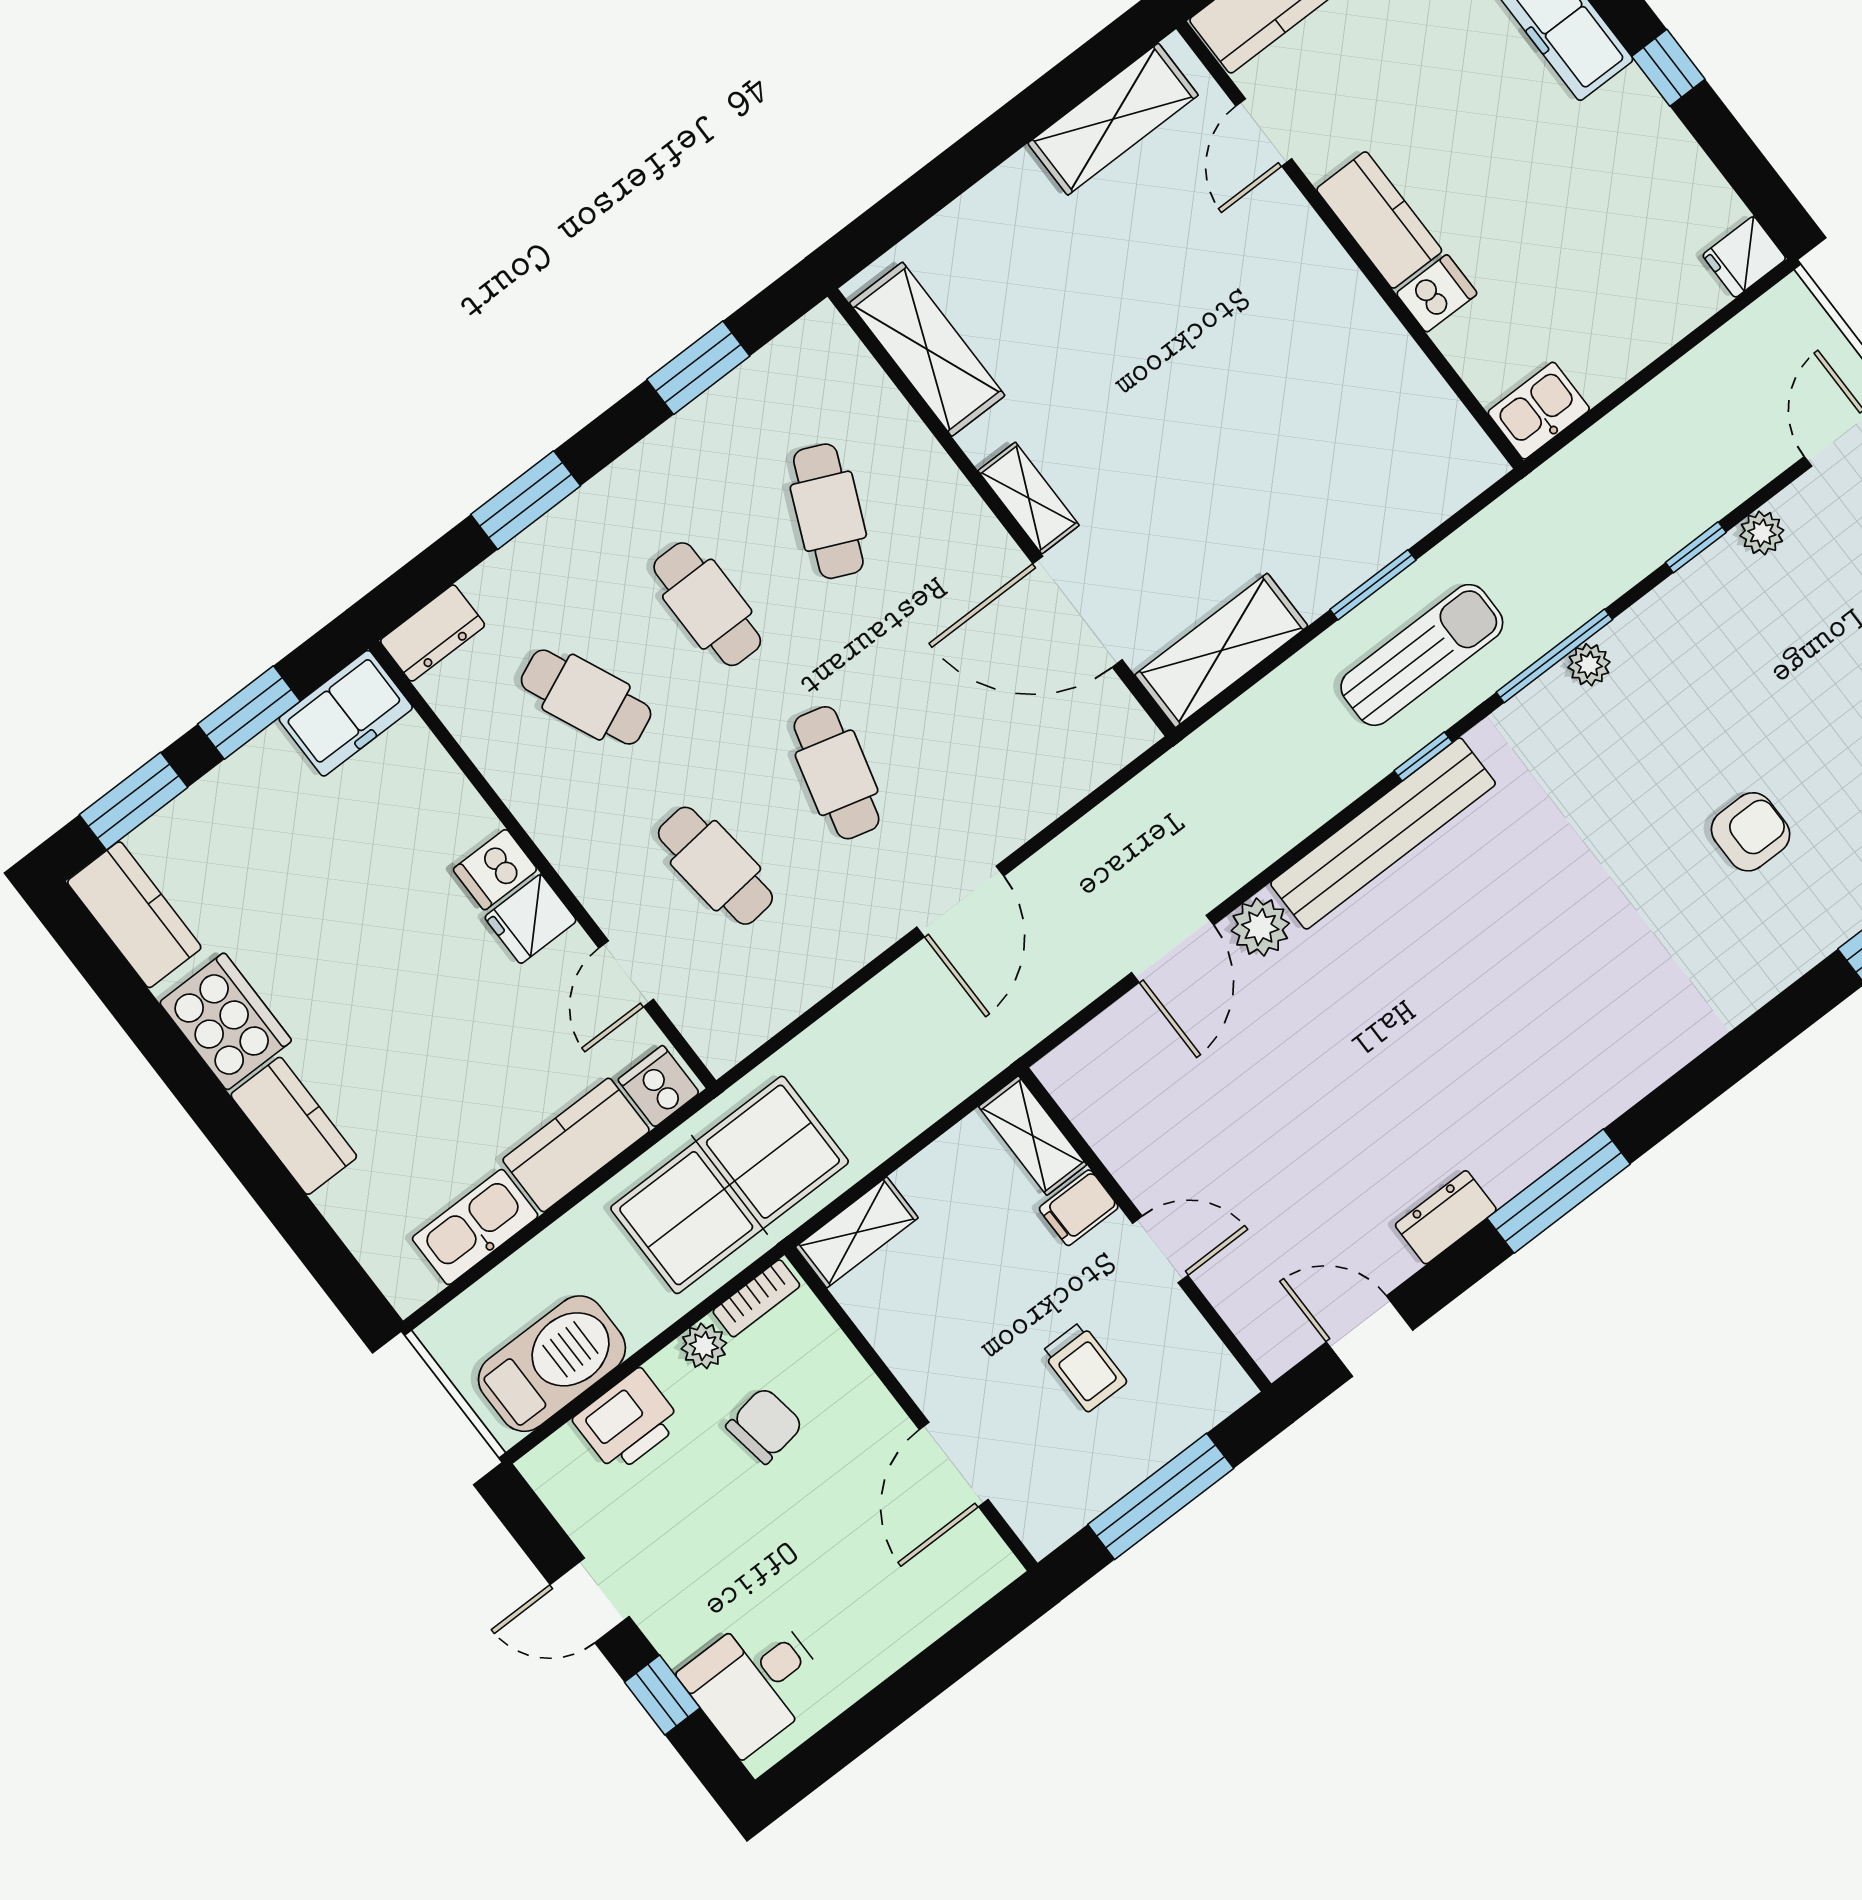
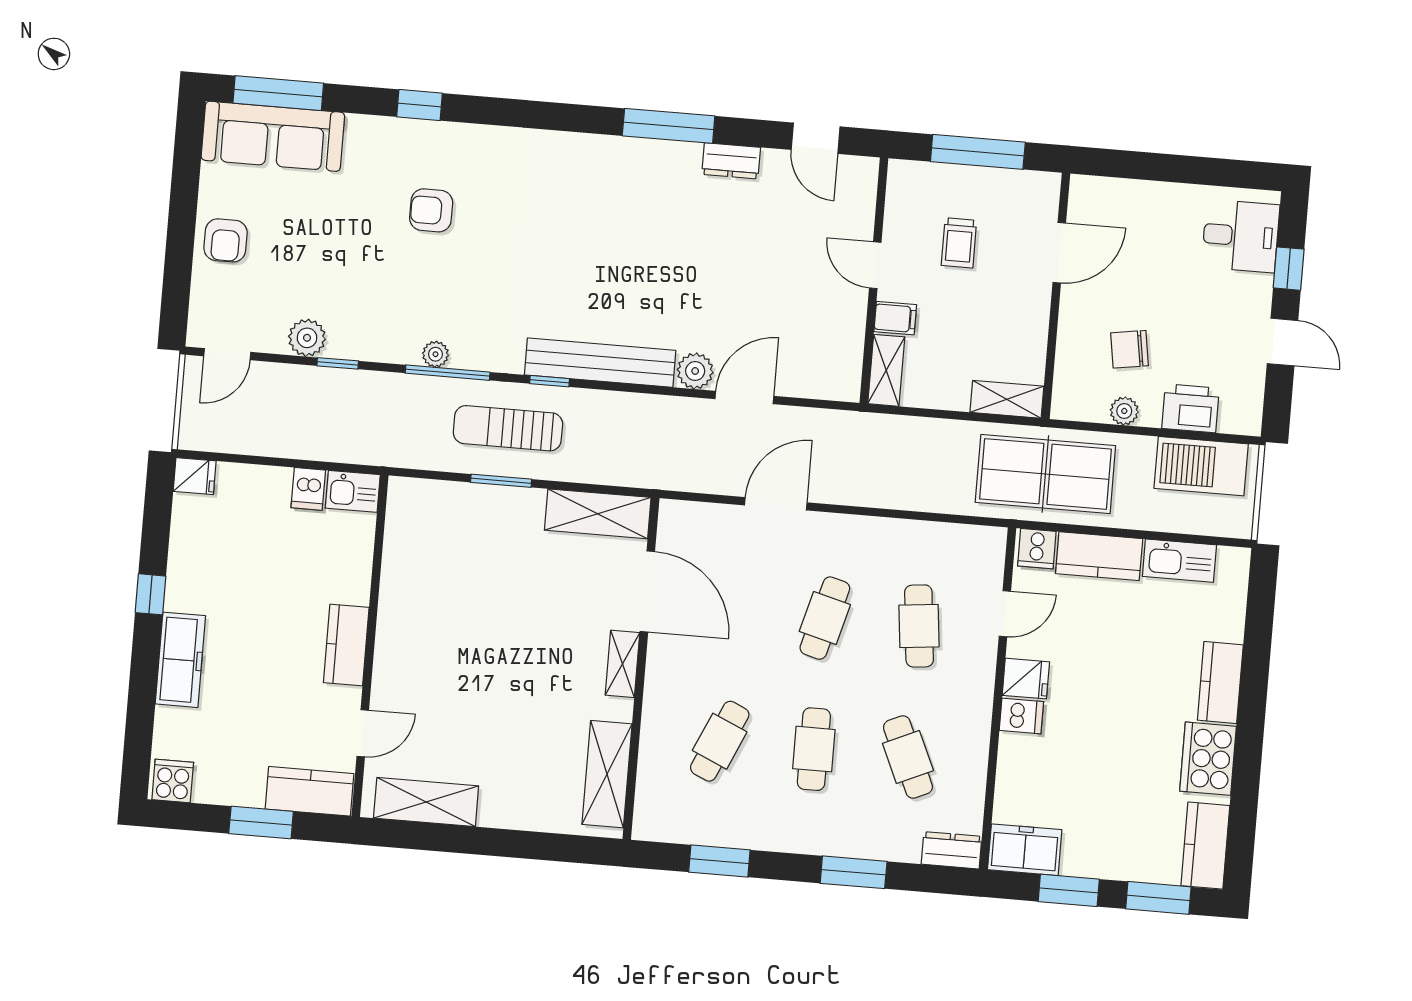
dishwasher: (1437, 294) -> (308, 489), moved, turned -90
plant: (1762, 533) -> (307, 338), width x1.38, depth x1.38
door: (960, 901) -> (776, 504), moved
bookcase: (756, 1298) -> (1080, 411), removed
trolley: (1084, 1367) -> (959, 243), turned 180

